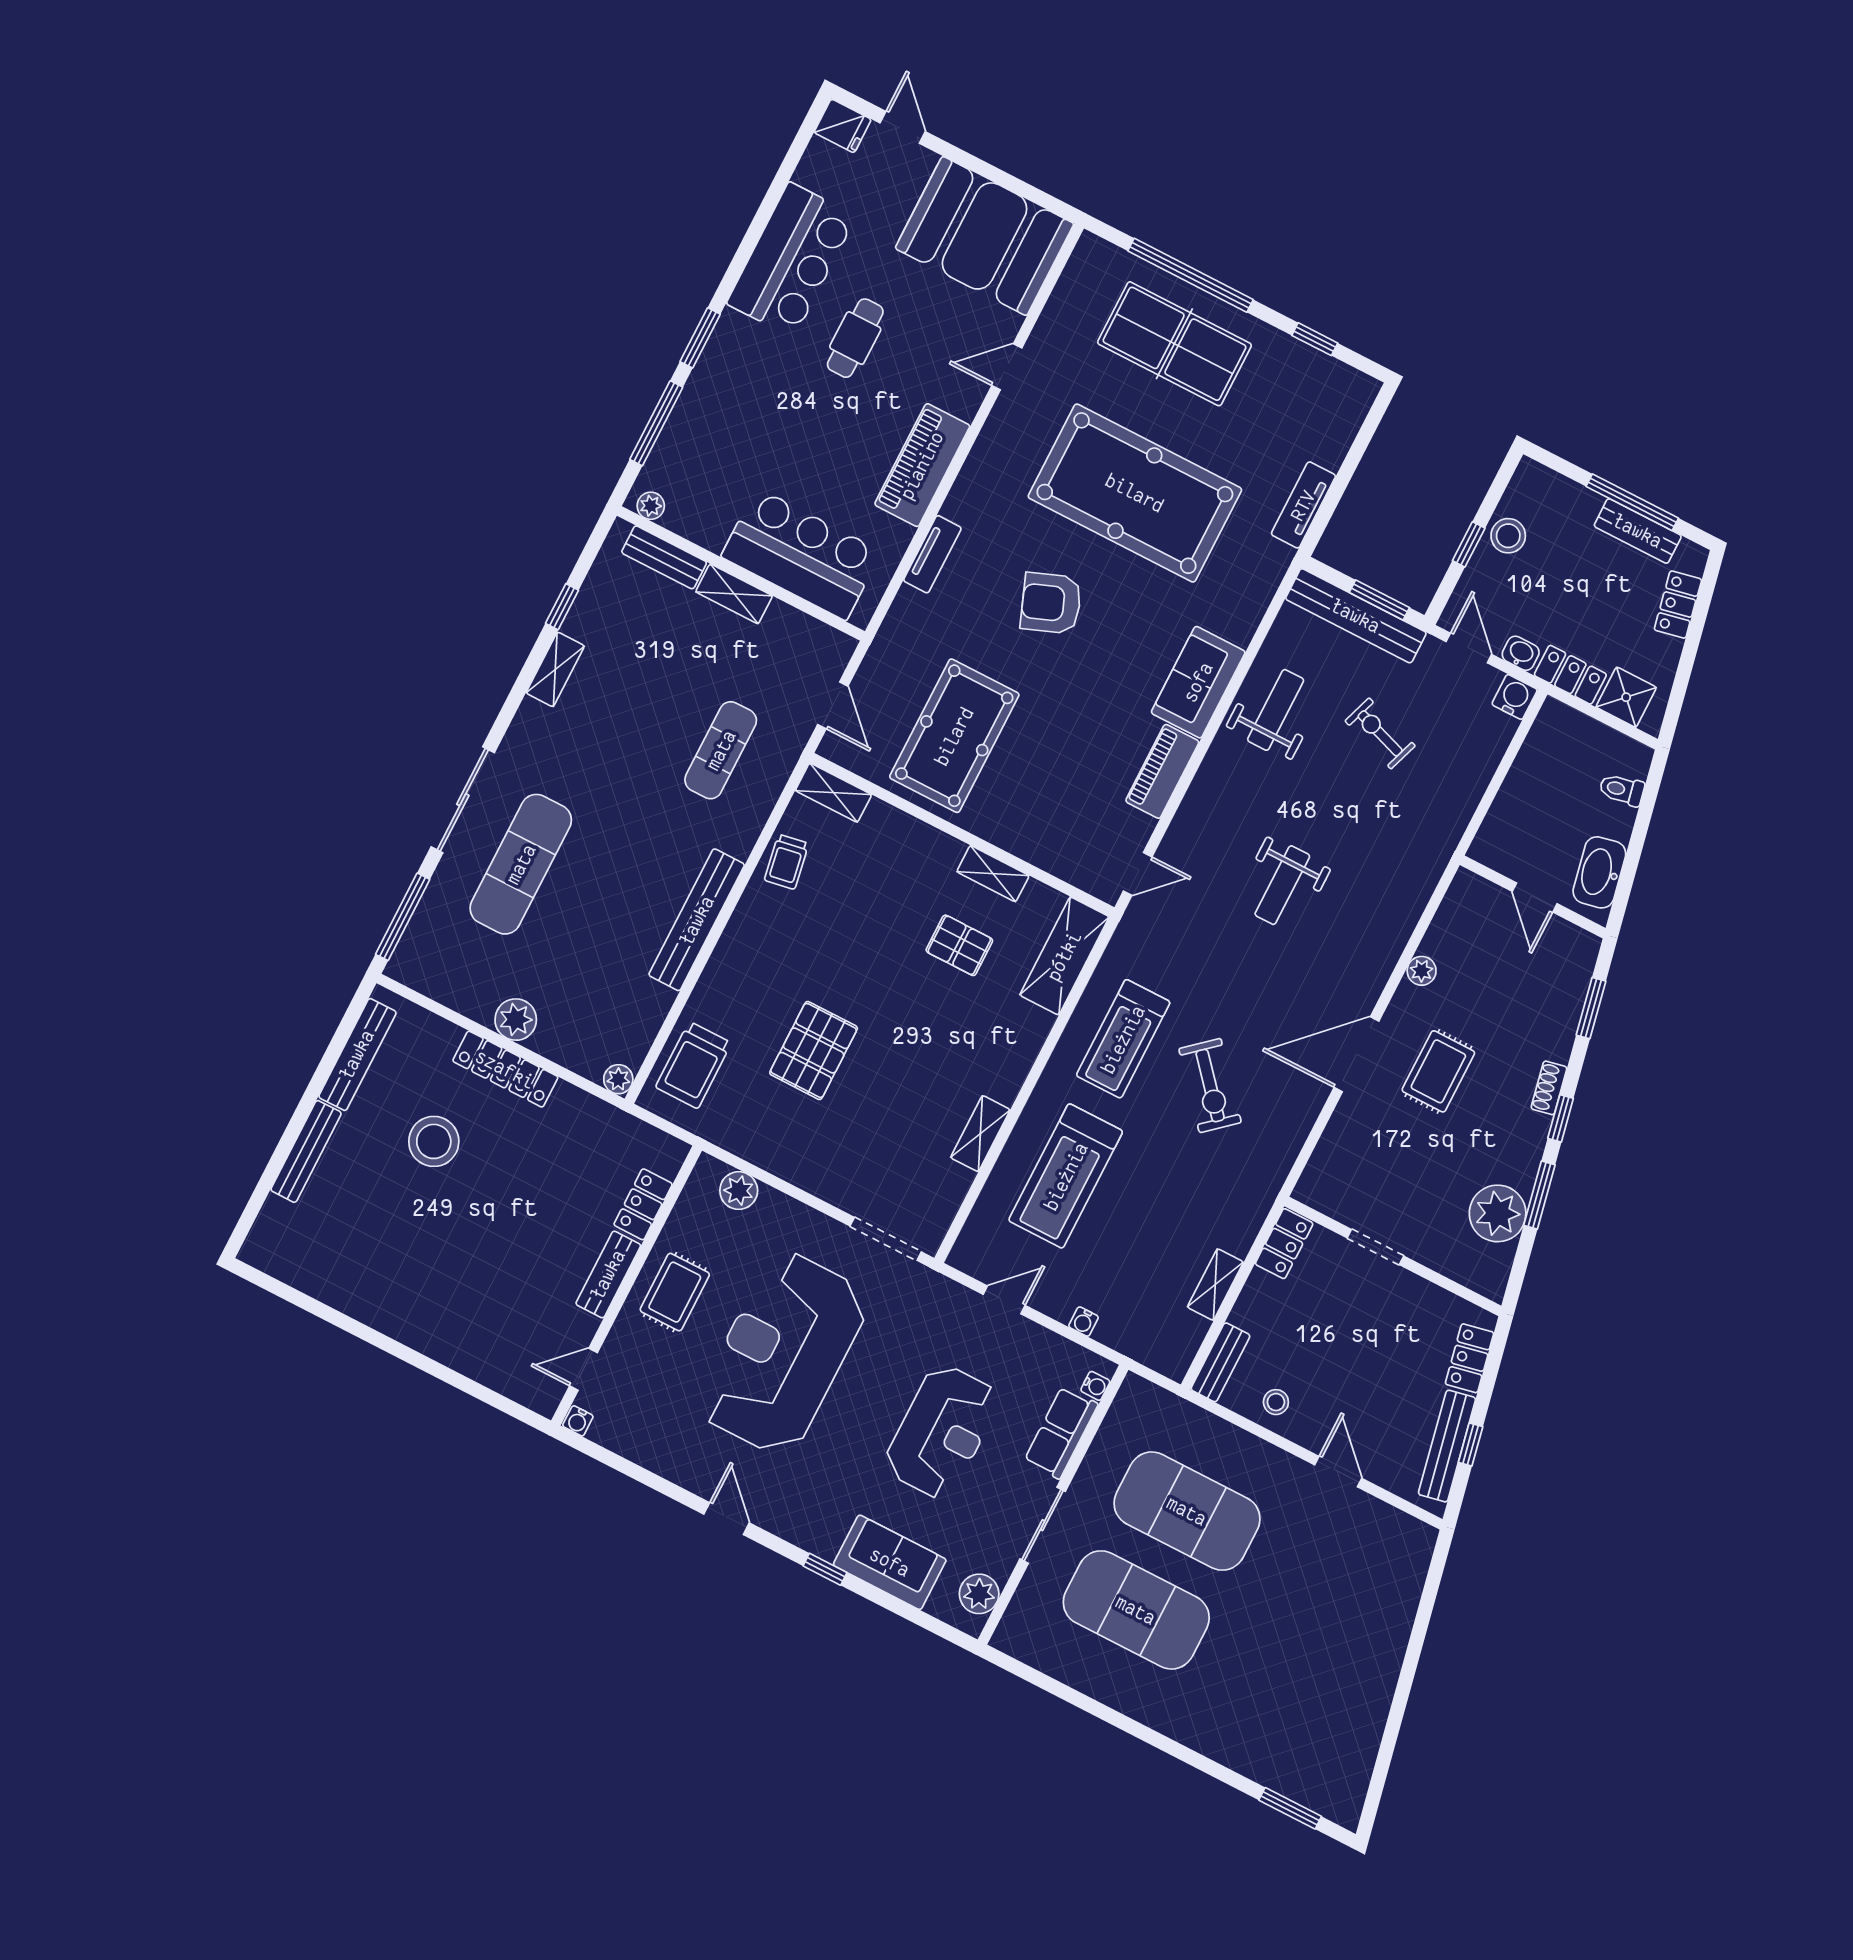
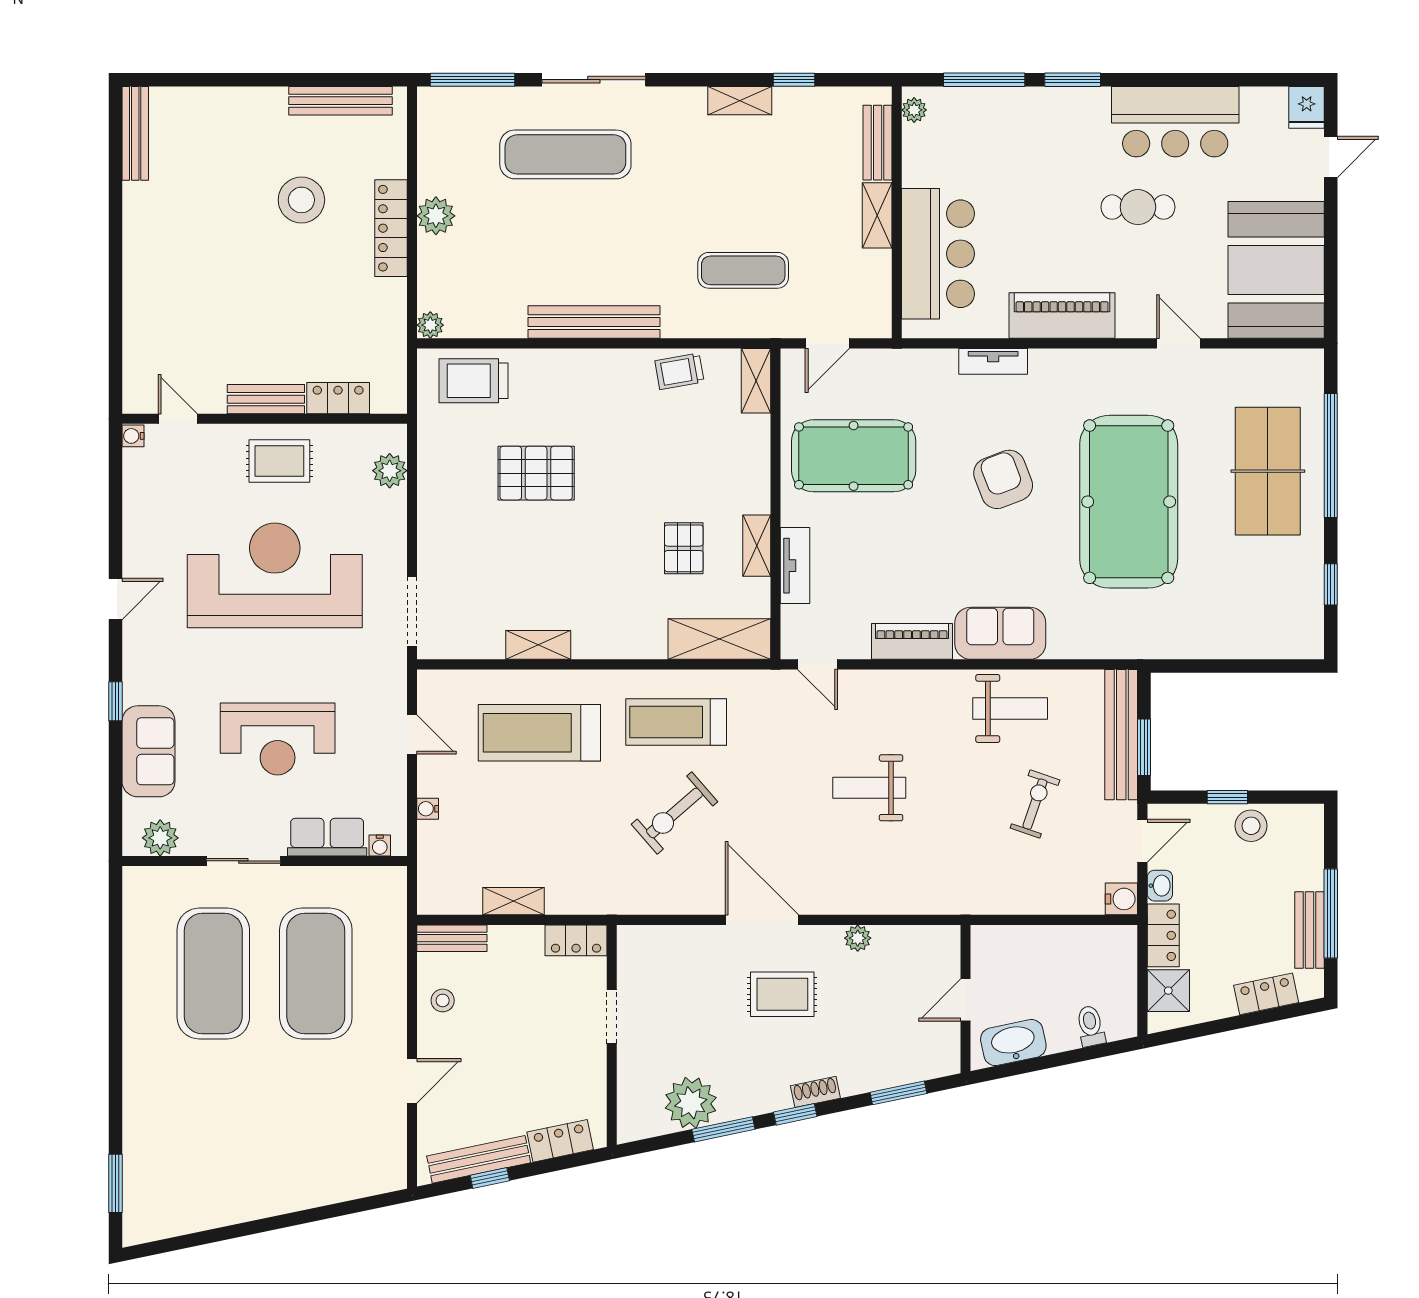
tv unit: (1303, 505) -> (795, 566), moved, turned 90
bench: (306, 1151) -> (135, 133), moved, turned 90

